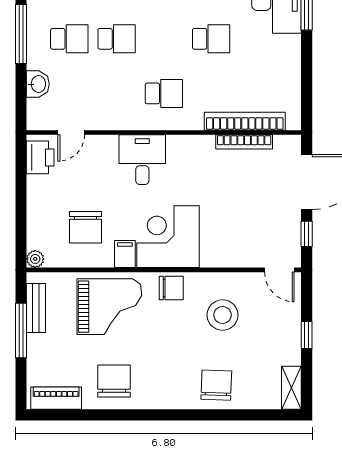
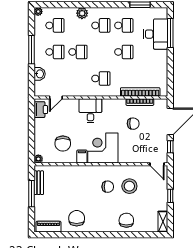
chair: (230, 186) -> (133, 124), added
chair: (171, 288) -> (108, 187), moved
grand piano: (109, 307) -> (74, 182), removed

